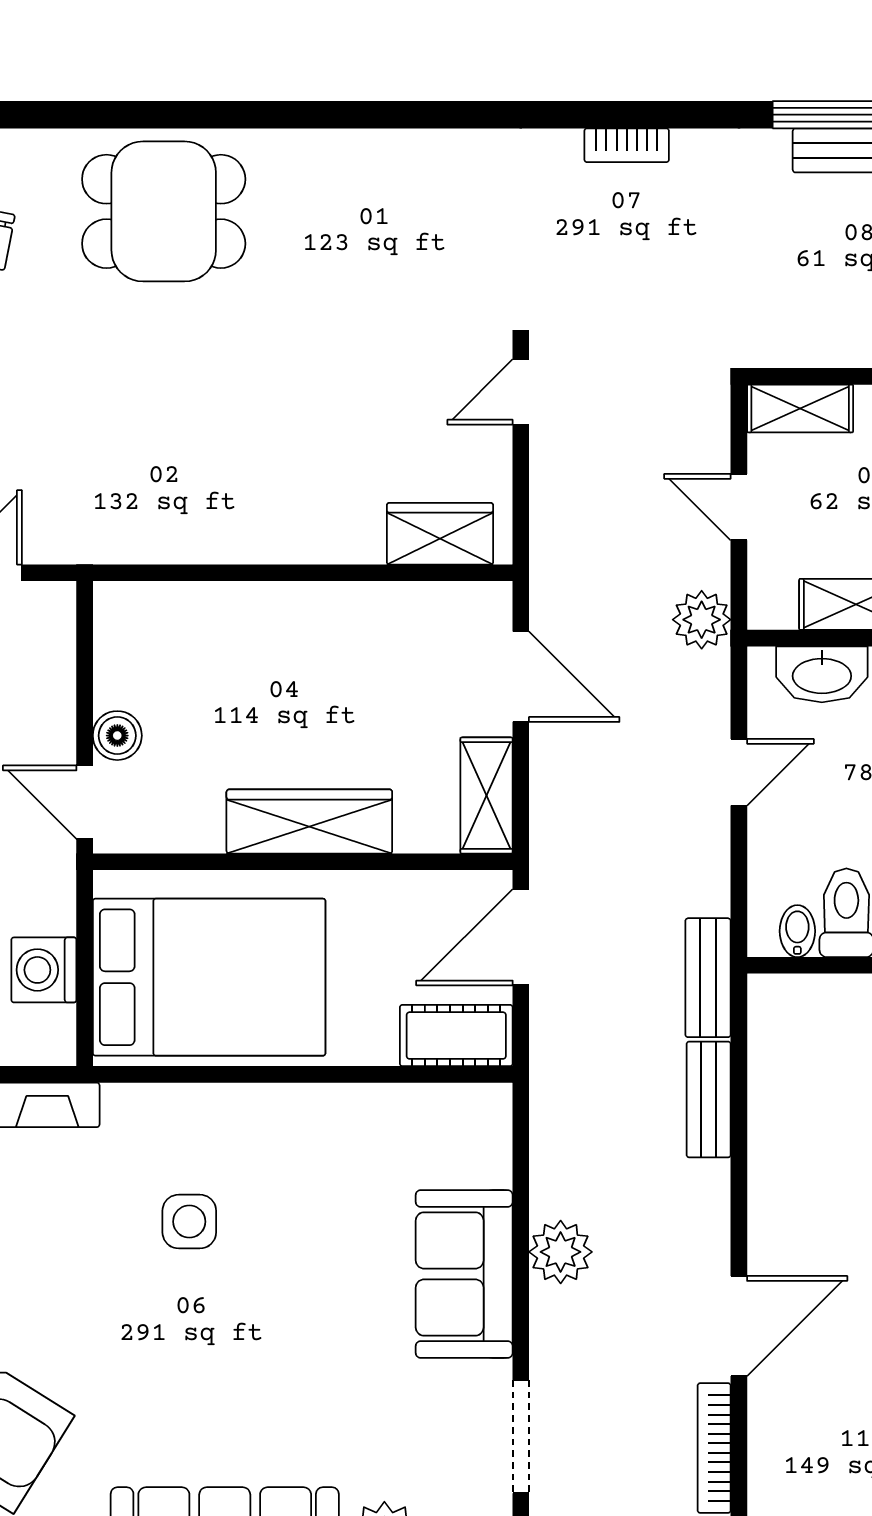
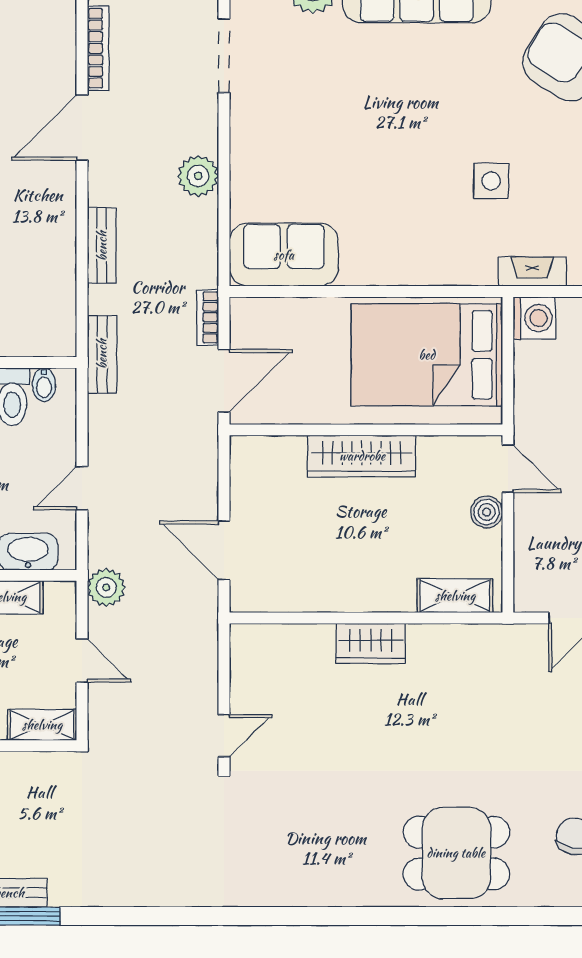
bookcase: (627, 145) -> (208, 317), moved, turned -90
wardrobe: (440, 534) -> (371, 643), moved
shelving: (487, 795) -> (455, 596), moved, turned 90
washing machine: (44, 970) -> (534, 318), moved
cot: (456, 1036) -> (266, 317), removed
bench: (709, 1099) -> (102, 246), moved
side table: (189, 1222) -> (491, 181), moved
sofa: (464, 1274) -> (284, 255), moved, turned -90

